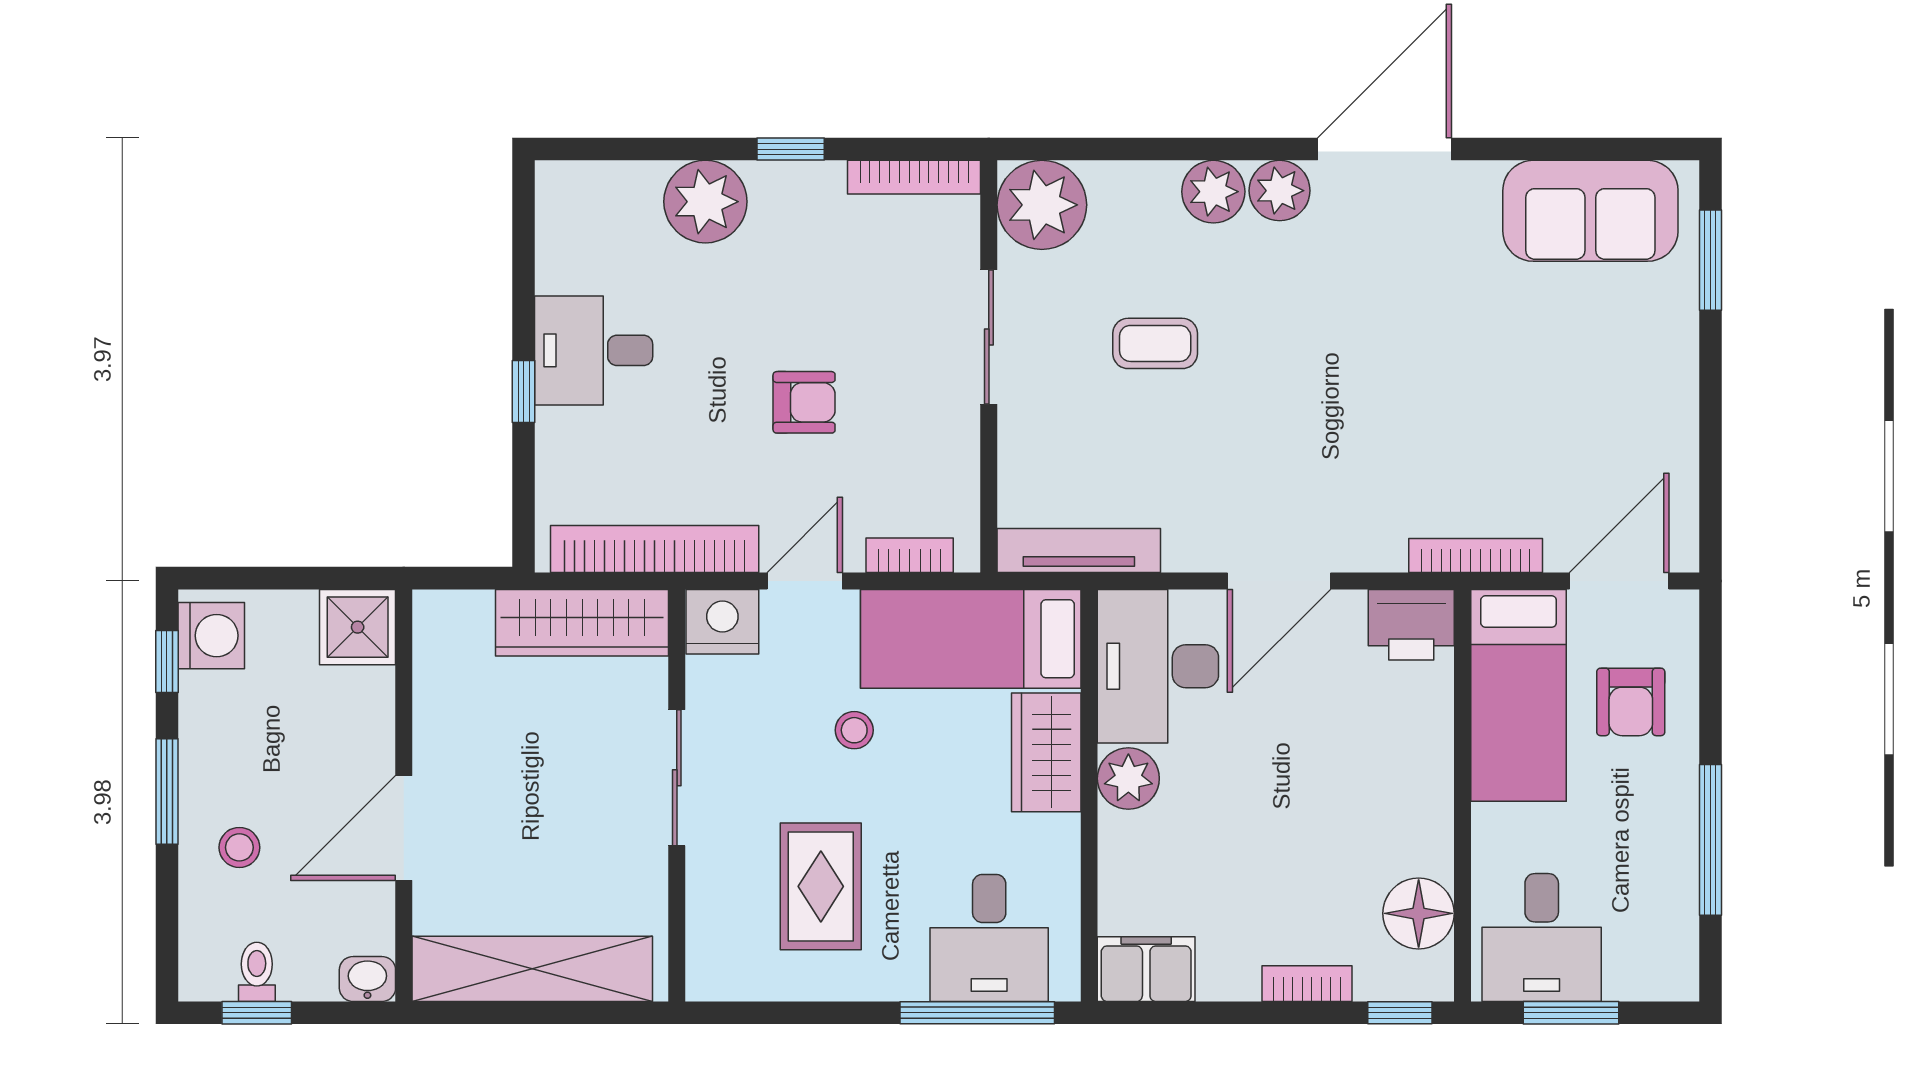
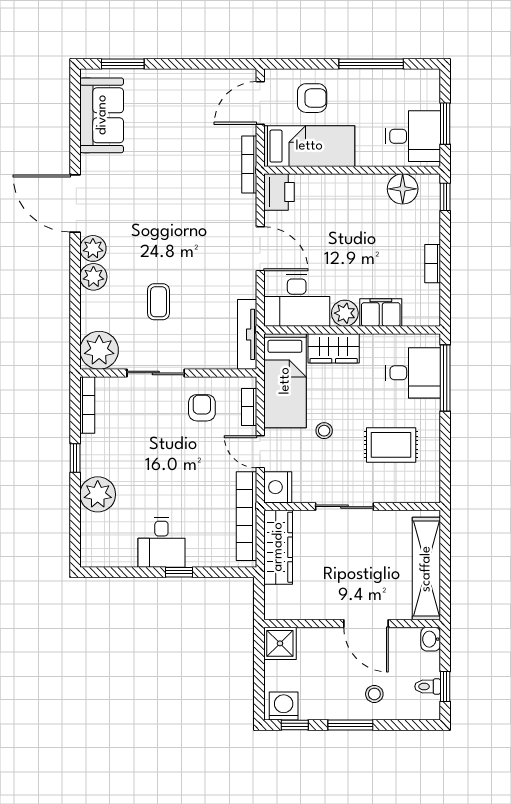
armchair: (804, 402) -> (202, 408), moved
door: (1619, 581) -> (260, 103), hinge flipped
filing cabinet: (1146, 969) -> (381, 313), moved, turned 90
bookcase: (1307, 984) -> (433, 264), moved

